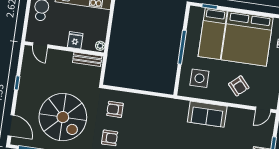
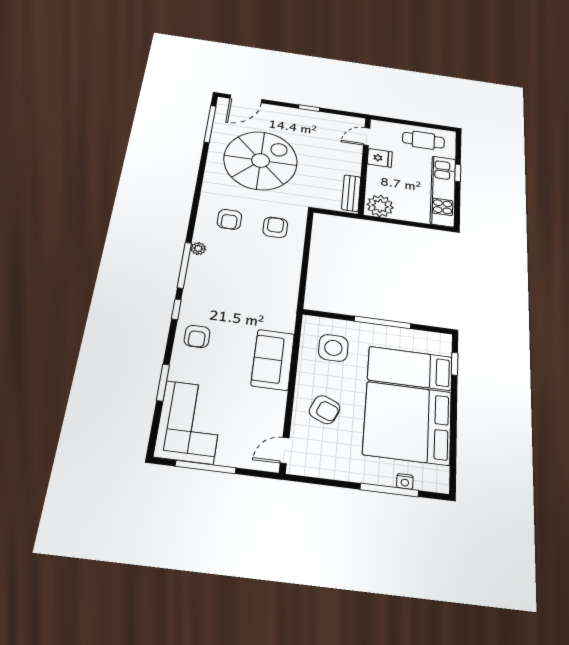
fridge: (75, 40) -> (380, 158), moved
plant: (100, 46) -> (380, 206), width x1.88, depth x1.88
armchair: (239, 86) -> (325, 410), turned -115
door: (263, 110) -> (285, 451), hinge flipped
spiral stairs: (63, 117) -> (261, 161), turned 180

